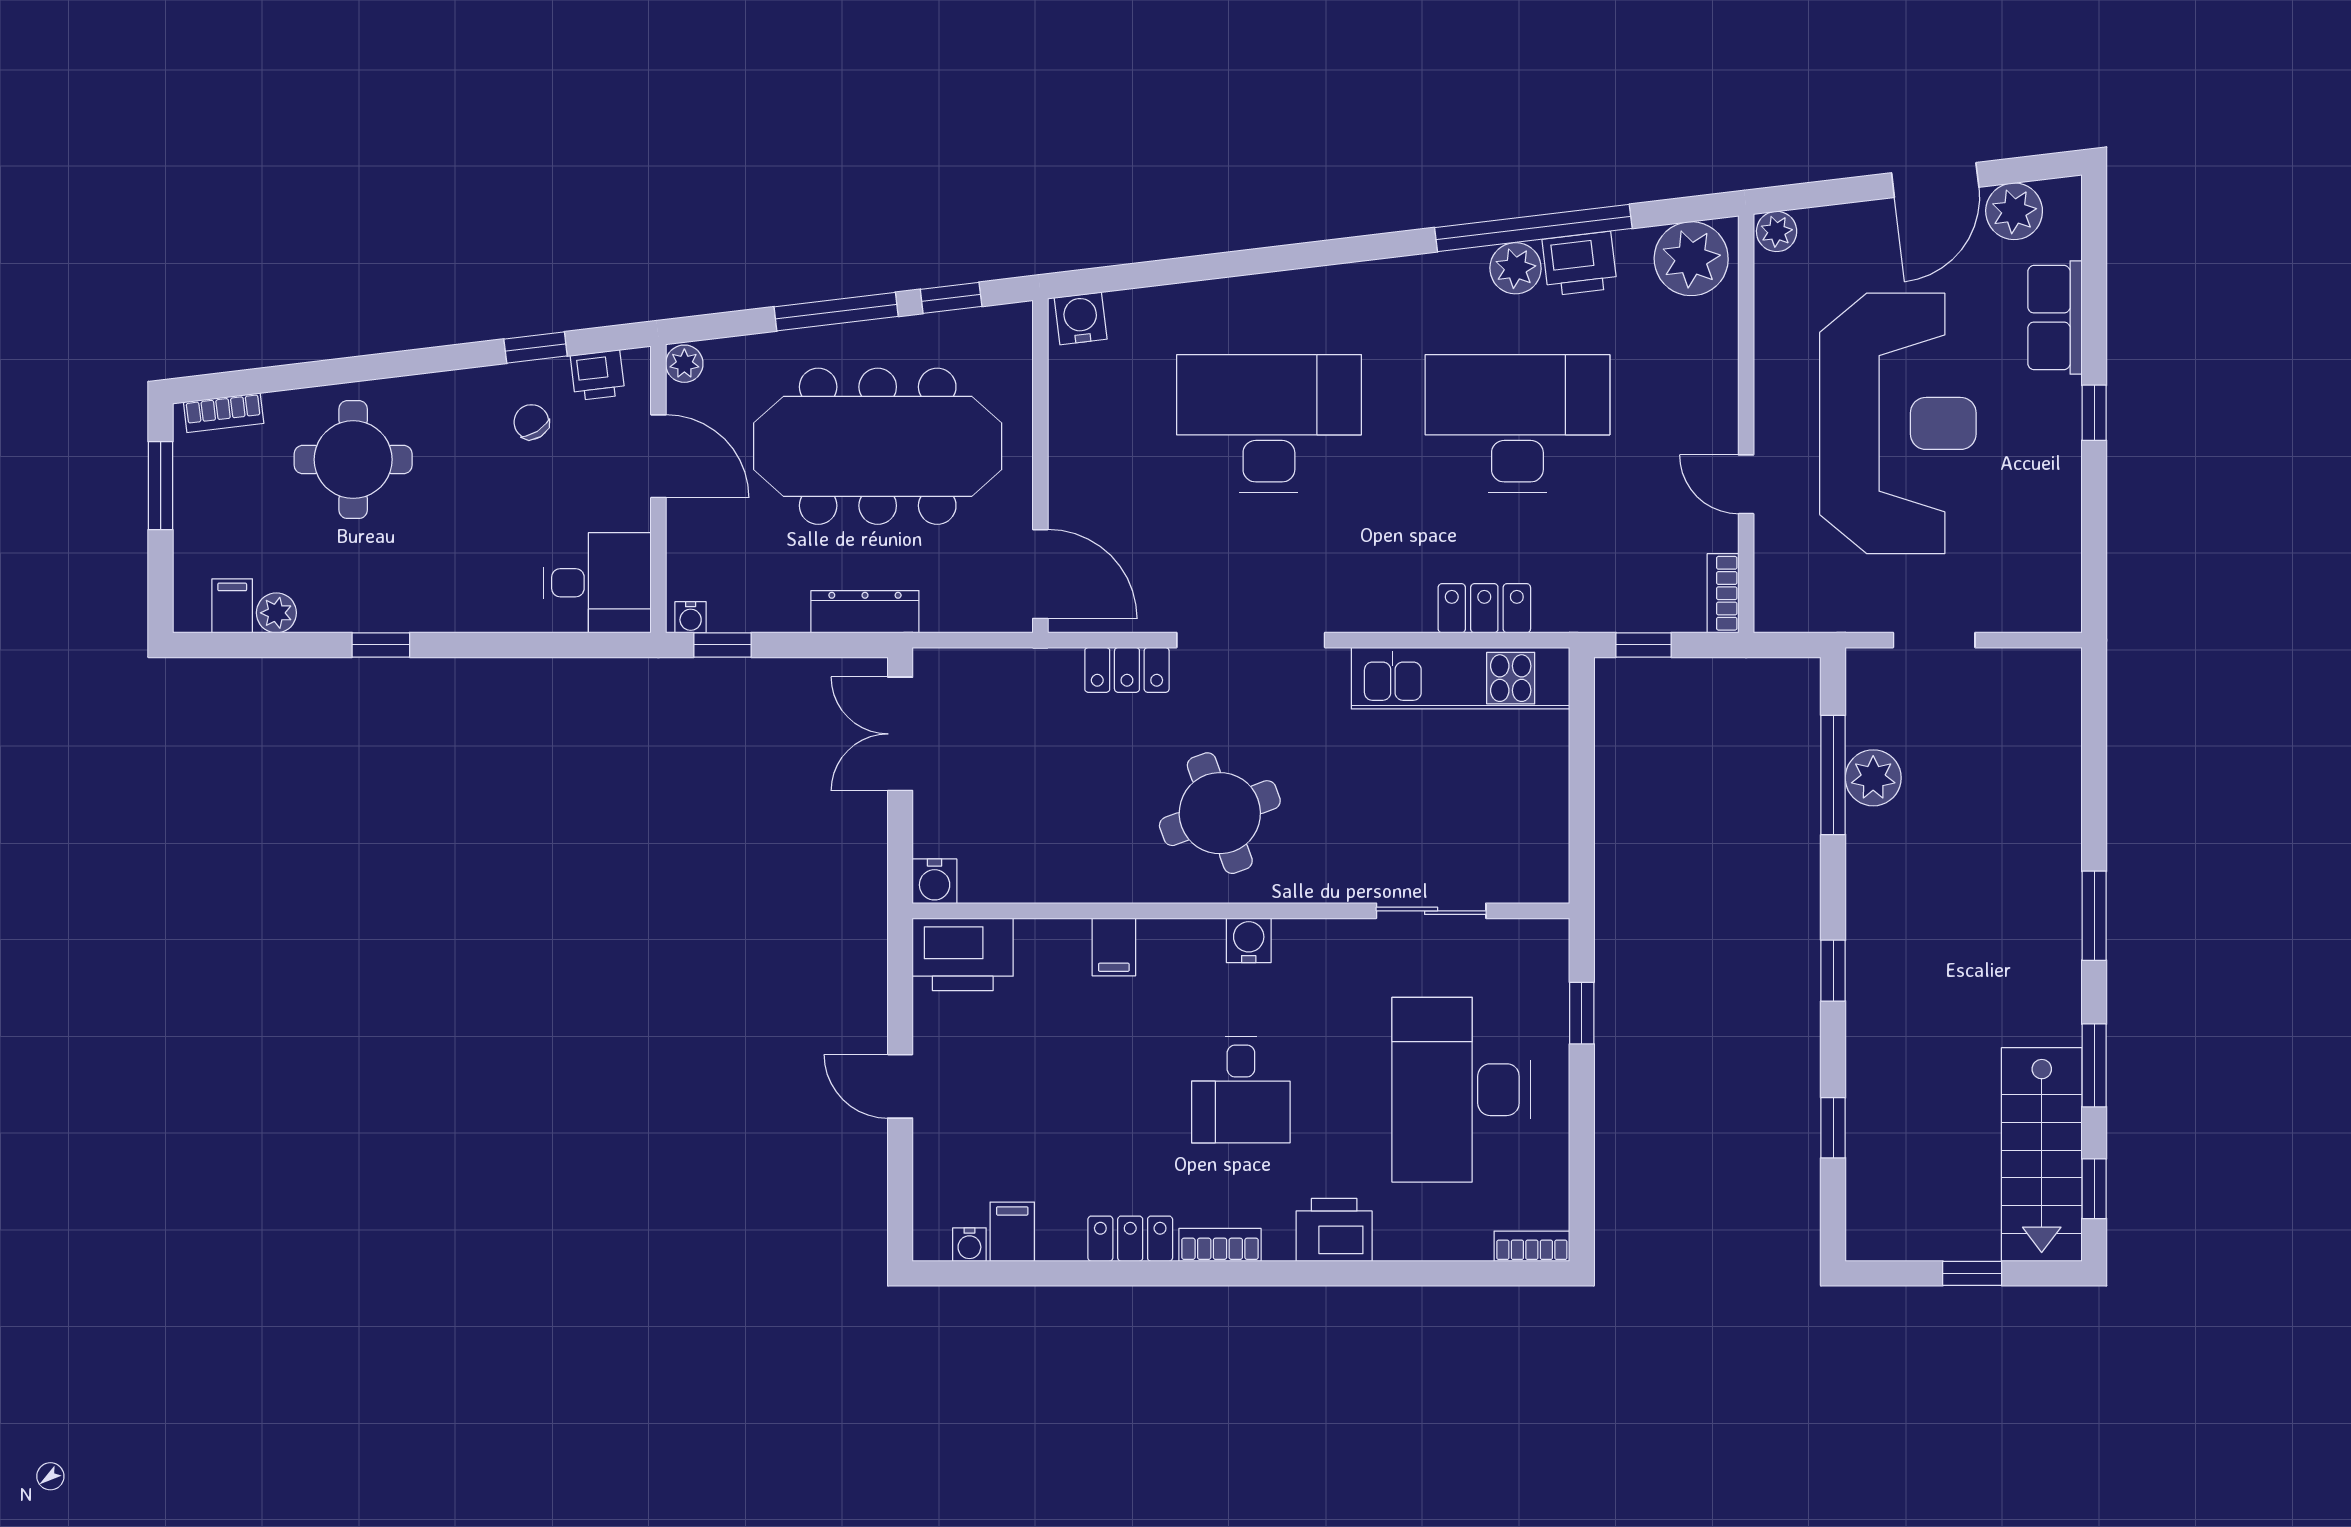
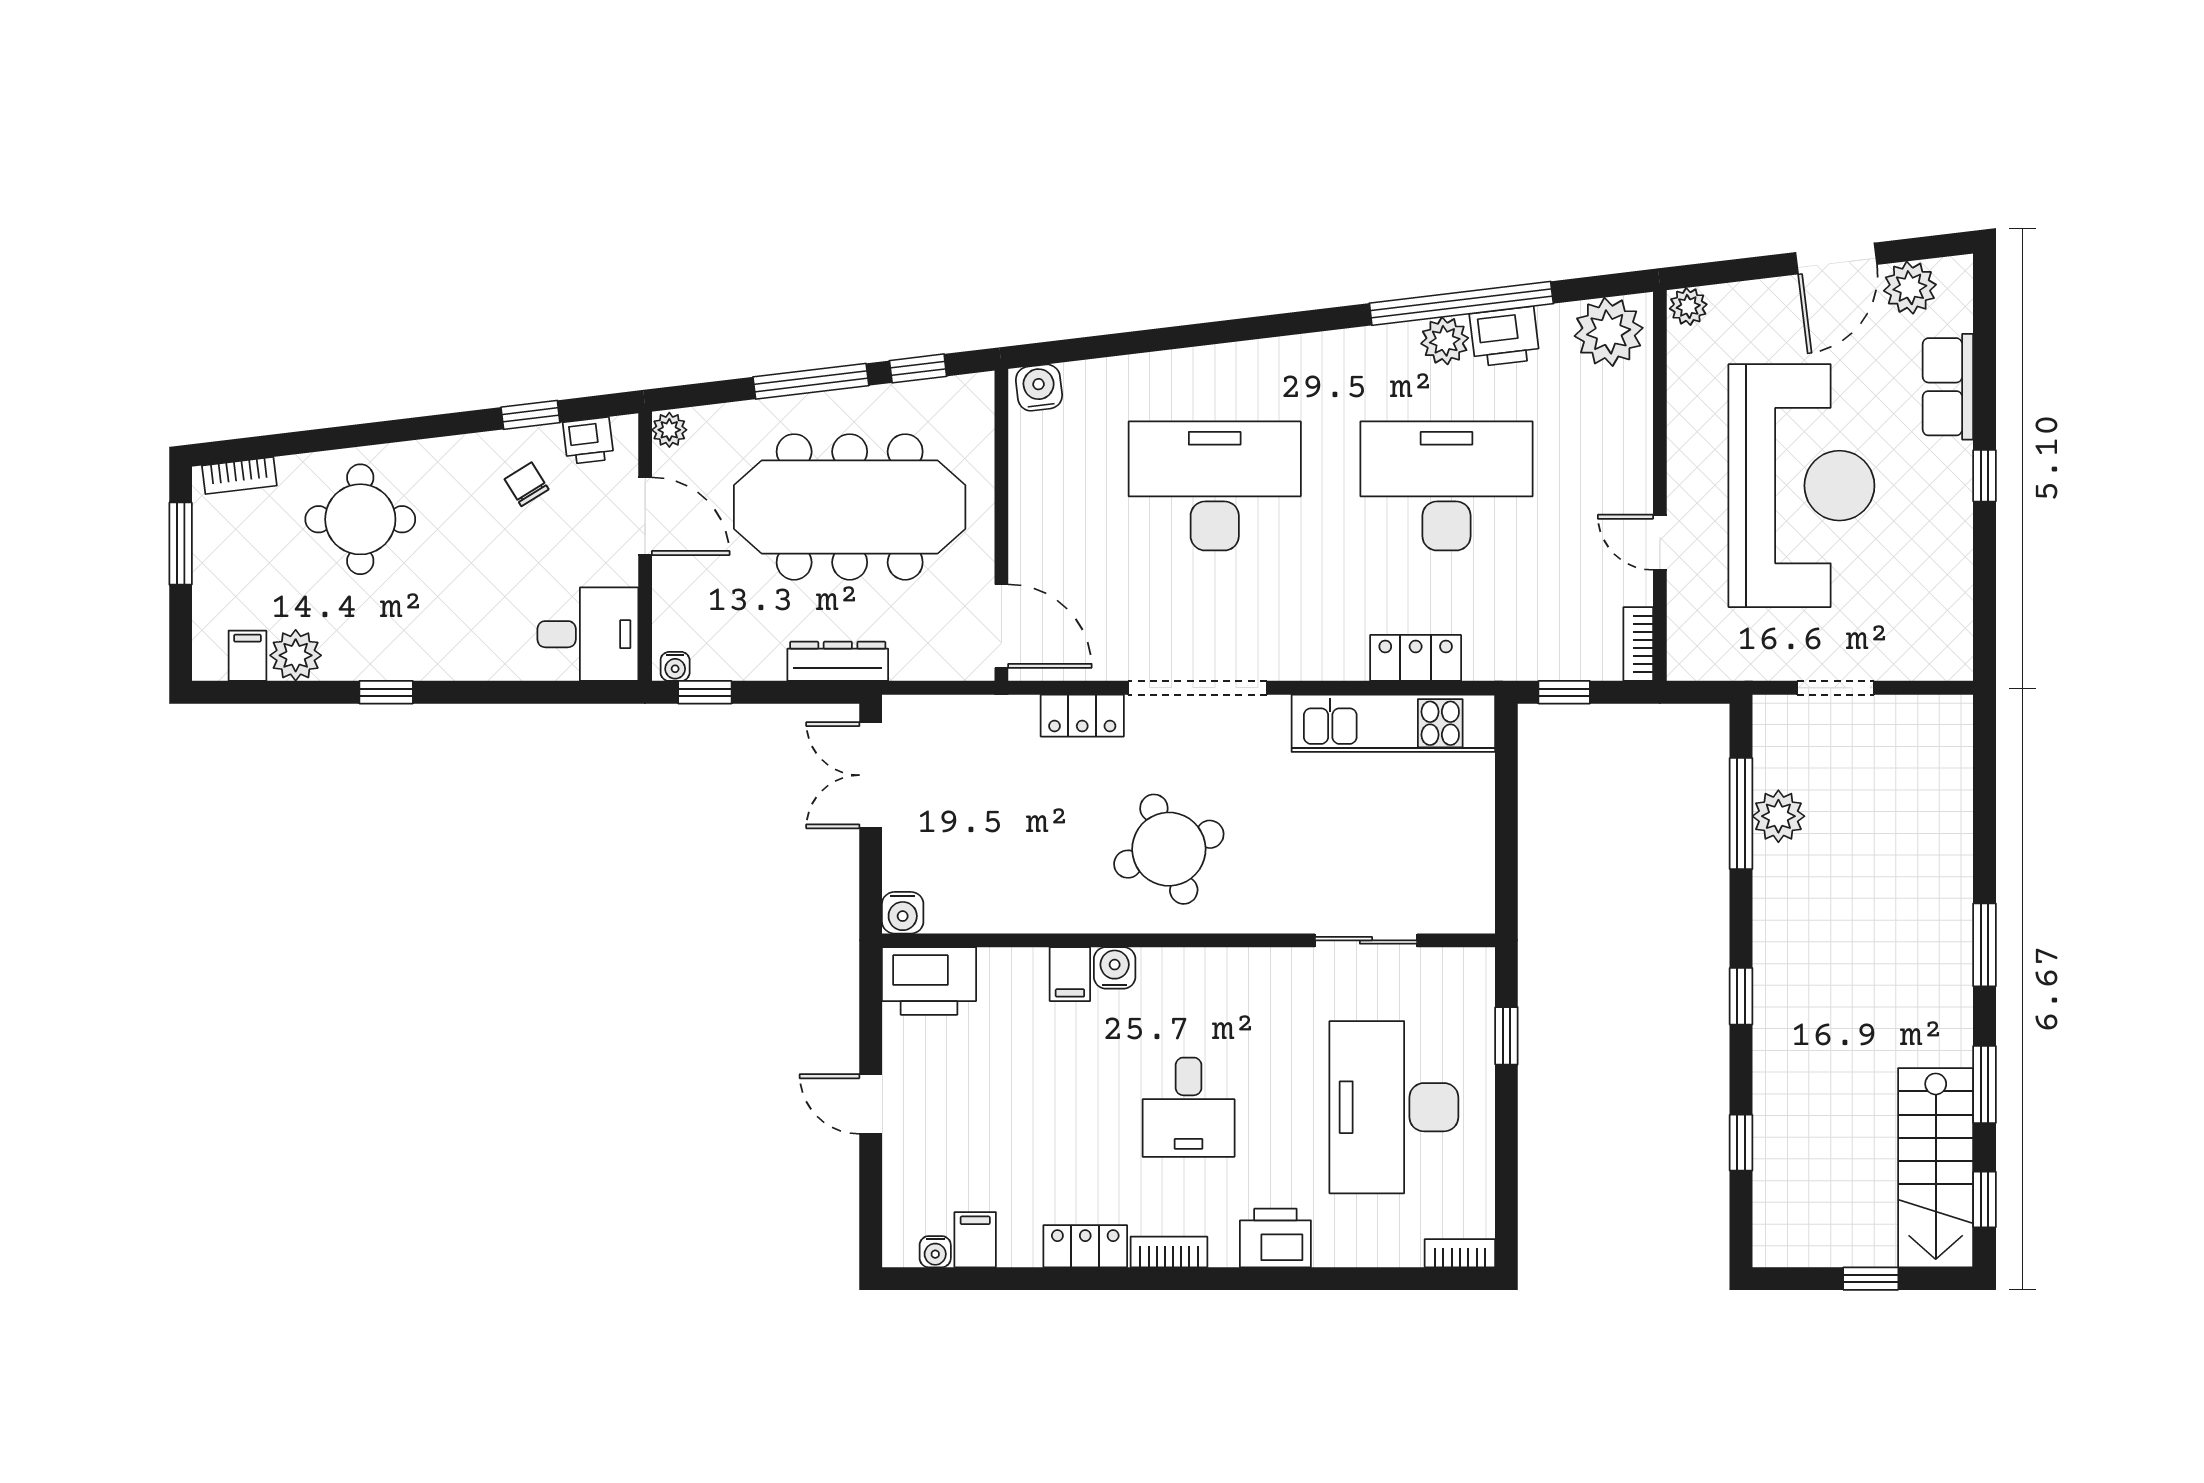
plant: (276, 613) -> (296, 655), width x1.38, depth x1.38
water cooler: (1249, 940) -> (1115, 968), moved

